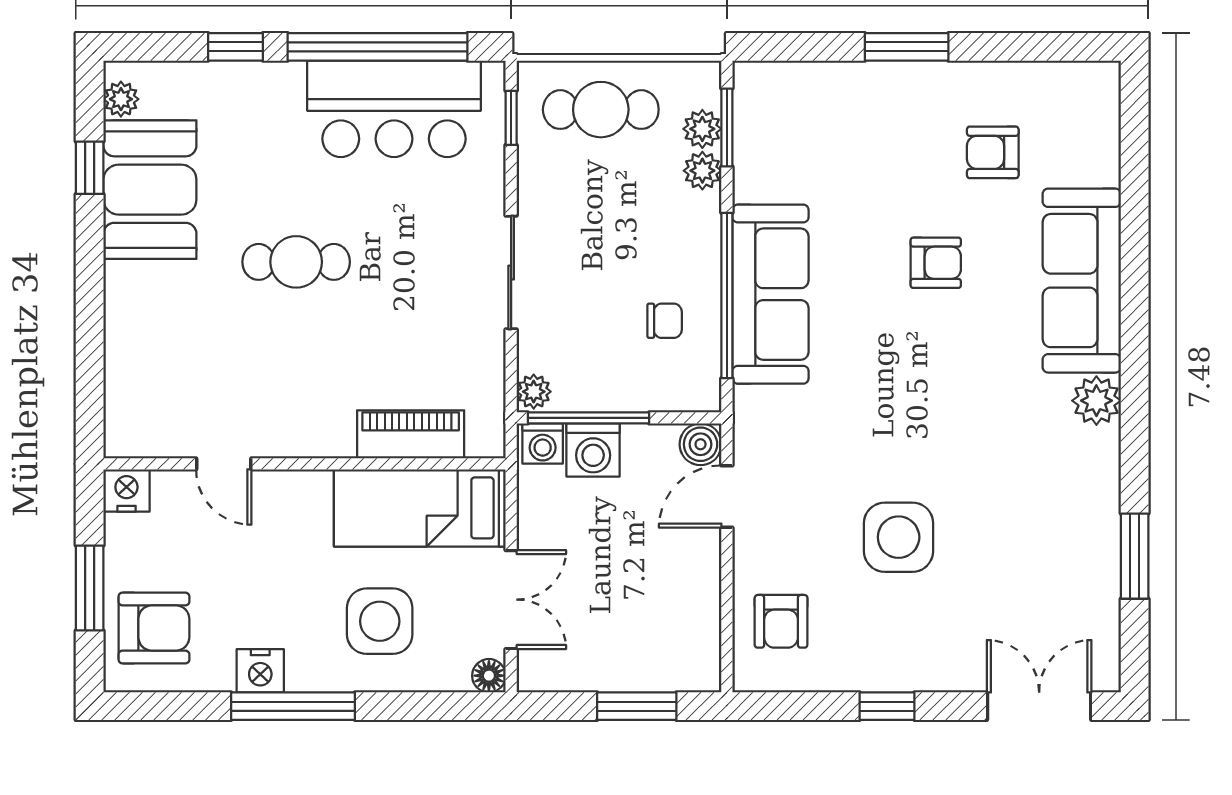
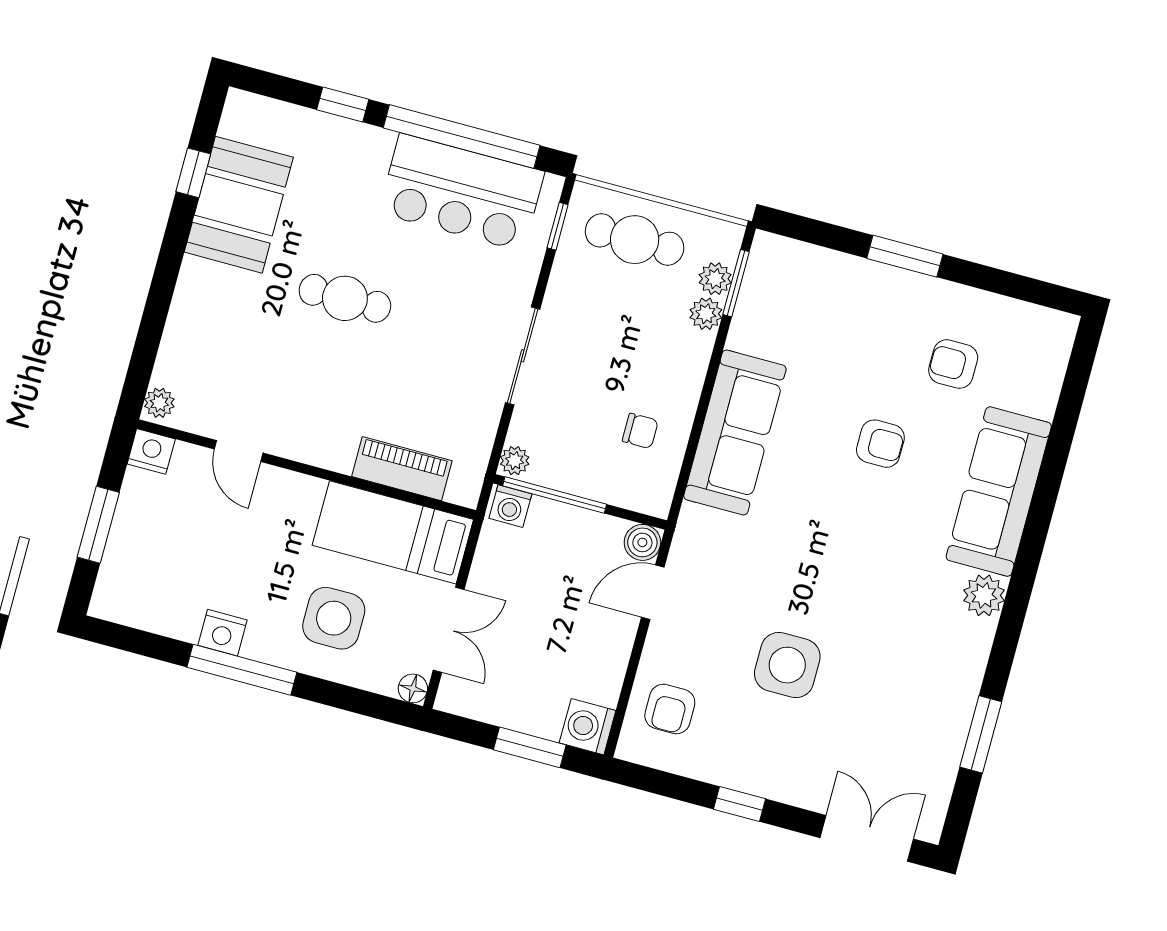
plant: (121, 99) -> (159, 403), moved
window: (727, 296) -> (698, 424), removed
washing machine: (593, 450) -> (588, 727), moved, turned 90
armchair: (154, 628) -> (143, 573), removed

